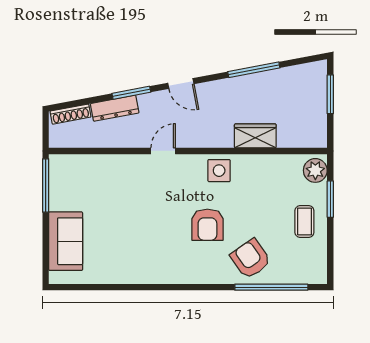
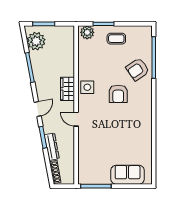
plant: (300, 81) -> (36, 41), added
wardrobe: (255, 136) -> (68, 89), moved
armchair: (207, 225) -> (118, 94), turned 90

